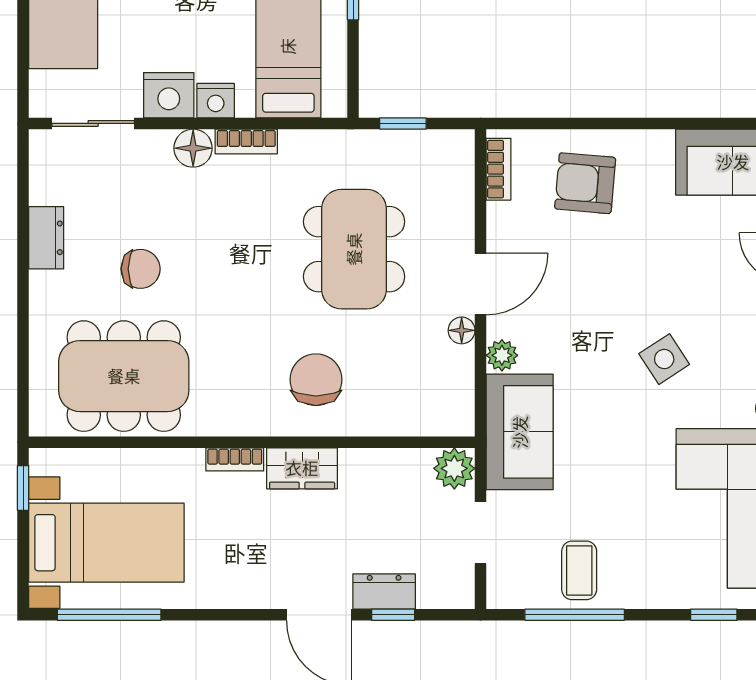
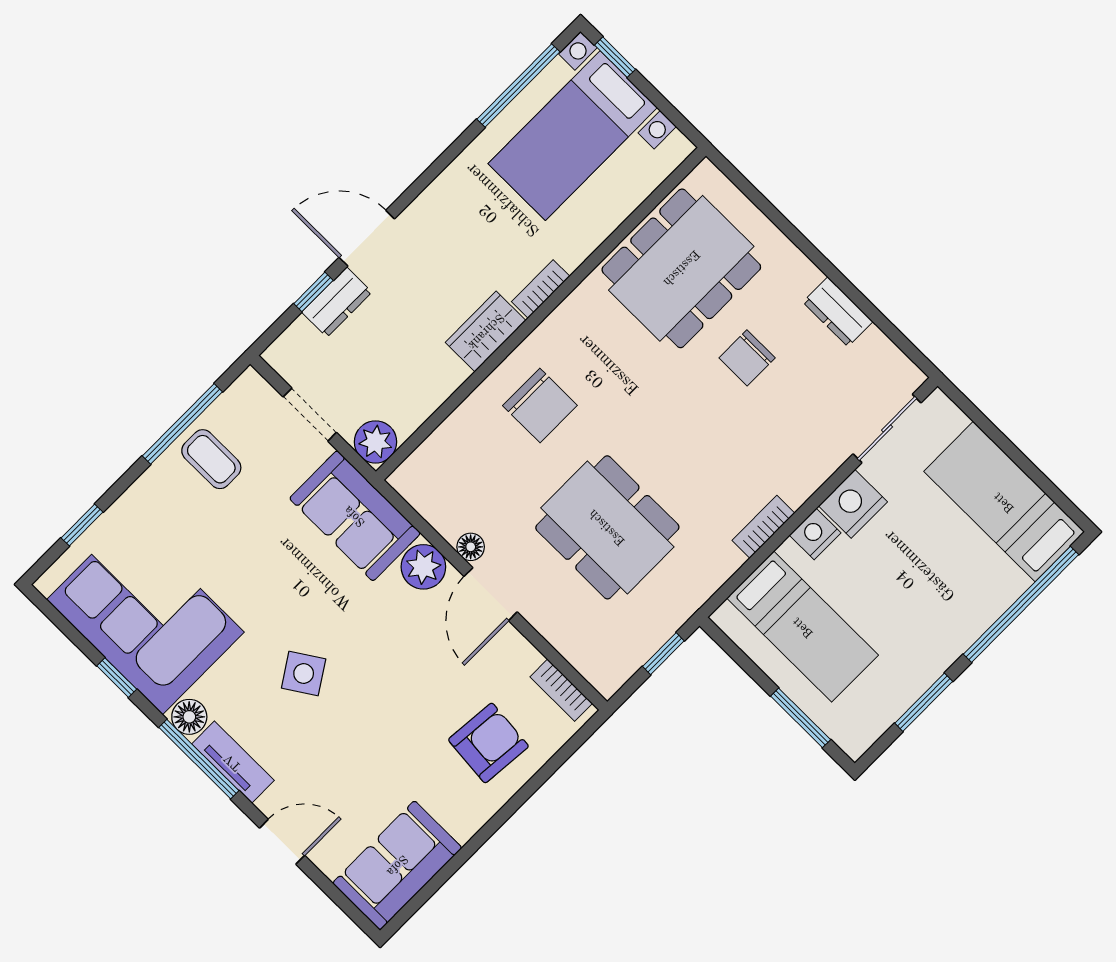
floor lamp: (193, 148) -> (797, 483), removed
plant: (502, 355) -> (423, 567), width x1.38, depth x1.38
window: (23, 488) -> (615, 57), moved

